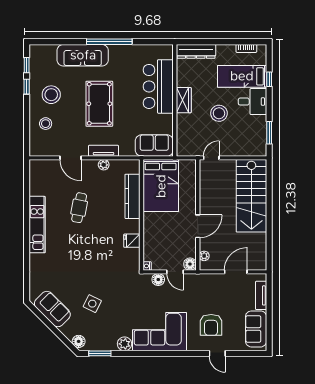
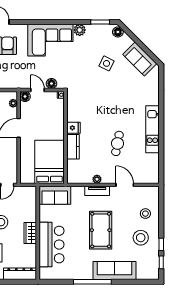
kitchen counter: (132, 196) -> (73, 147), width x0.67
fridge: (132, 241) -> (73, 128), moved

